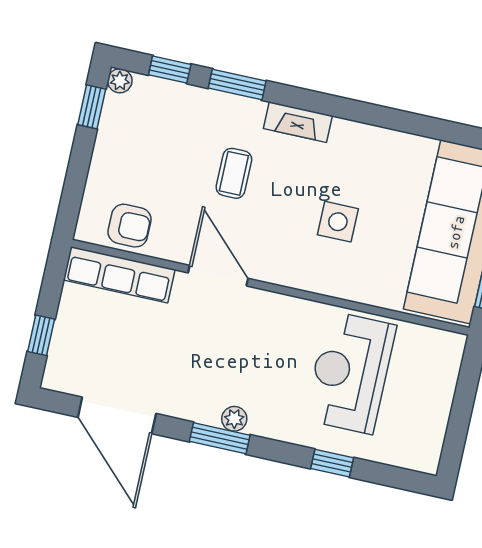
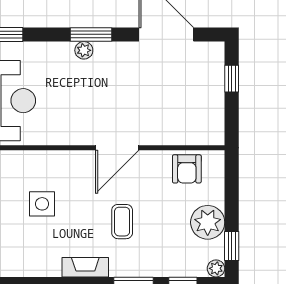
plant: (117, 146) -> (208, 222), added
armchair: (130, 226) -> (187, 169), turned -90
row of seats: (119, 275) -> (186, 133), removed
door: (218, 276) -> (117, 148), hinge flipped

